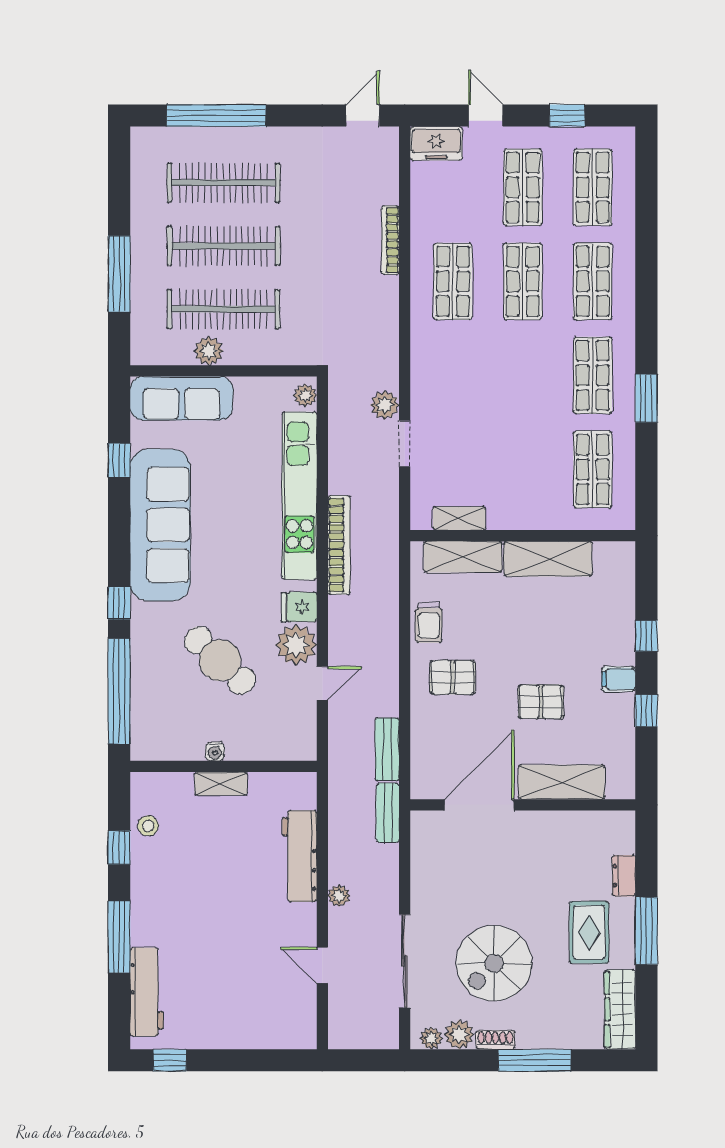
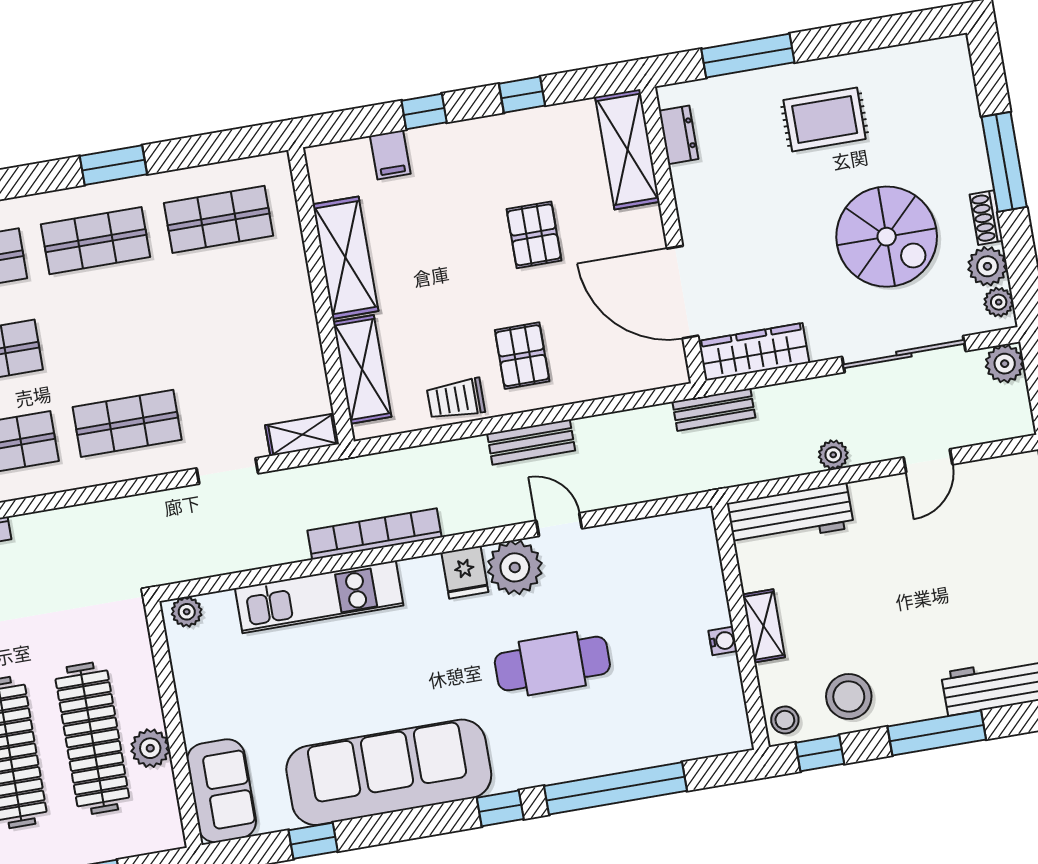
shop shelf: (453, 375) -> (127, 423), added
sofa: (181, 398) -> (221, 791), width x0.73
plant: (385, 405) -> (1005, 364), moved
kitchen unit: (299, 496) -> (319, 597), width x0.73
shelving: (459, 518) -> (302, 435), moved, turned 90
trolley: (429, 623) -> (456, 399), turned 180
cafe table: (220, 660) -> (552, 664), turned 47
filing cabinet: (619, 679) -> (390, 155), moved
bench: (387, 749) -> (531, 442), moved
water cooler: (215, 751) -> (723, 641), moved
wall: (223, 766) -> (740, 626), moved
shelving: (561, 782) -> (627, 149), moved
shelving: (221, 784) -> (764, 626), moved
stool: (157, 876) -> (849, 697), added
dresser: (624, 876) -> (679, 135), moved, turned -90
window: (646, 931) -> (748, 56), moved
wardrobe: (620, 1009) -> (754, 352), moved, turned 180

